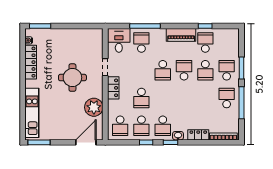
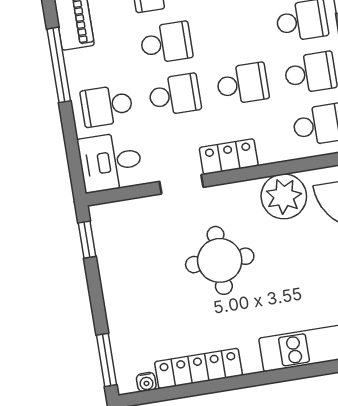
window: (89, 26) -> (87, 240), added
window: (145, 26) -> (59, 65), moved
school desk: (141, 70) -> (175, 95), added

